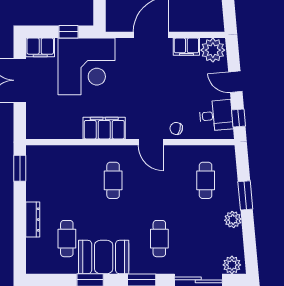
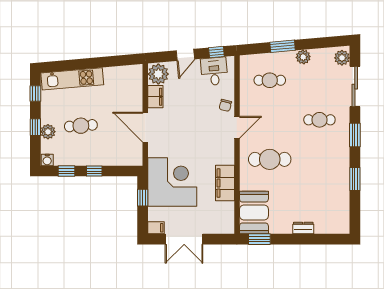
filing cabinet: (40, 47) -> (156, 228), width x0.50
filing cabinet: (104, 128) -> (225, 183), moved
cafe table: (113, 180) -> (270, 159), width x1.37, depth x1.35
dresser: (33, 220) -> (303, 228), width x0.70
cafe table: (67, 239) -> (319, 199), removed
booth: (104, 257) -> (254, 213), moved

